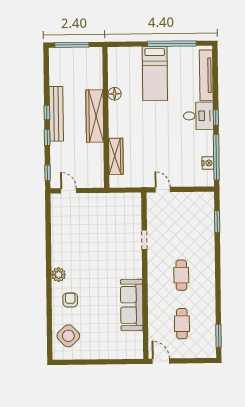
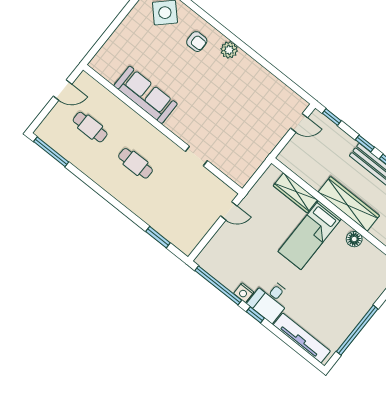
bed: (155, 74) -> (310, 235), moved, turned -90
nightstand: (208, 163) -> (244, 293), moved
window: (219, 336) -> (51, 152), width x1.44
door: (161, 361) -> (63, 90), moved

